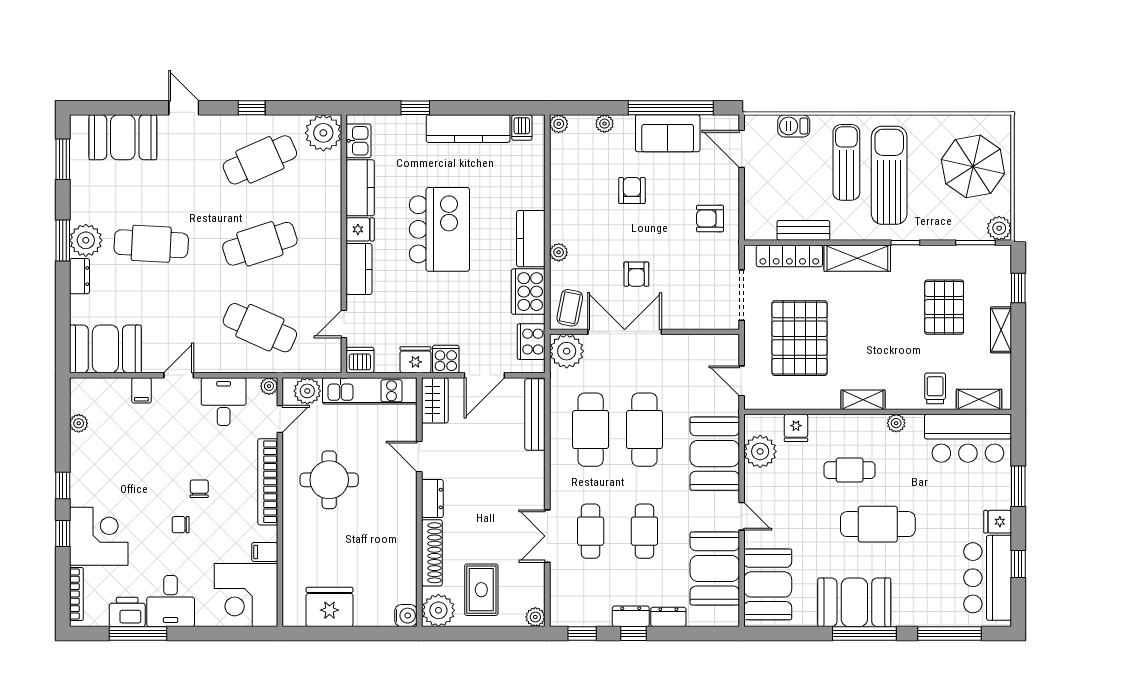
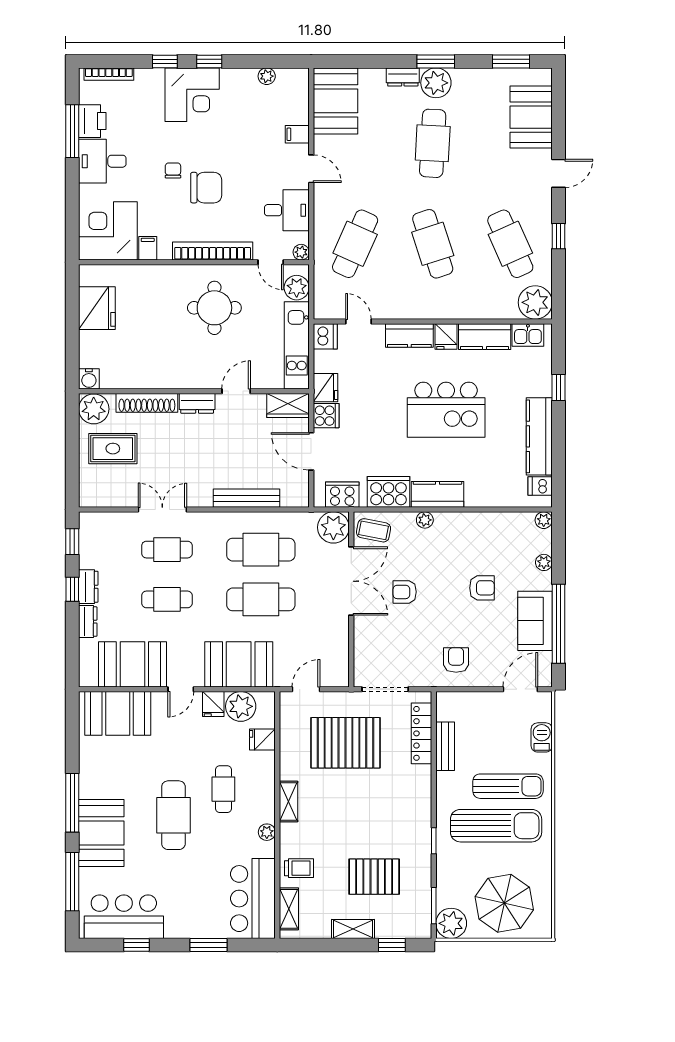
plant: (999, 228) -> (451, 923), width x1.36, depth x1.36
shelving: (857, 258) -> (419, 796), removed
bench: (535, 414) -> (247, 498), moved
chair: (199, 489) -> (206, 188), width x1.87, depth x1.87
fridge: (998, 522) -> (213, 704), moved, turned 180
corner desk: (99, 536) -> (192, 95), moved
booth: (854, 602) -> (101, 833), moved
plant: (535, 617) -> (88, 499), removed

